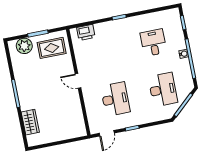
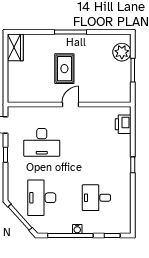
desk: (153, 43) -> (96, 198), turned 180
rug: (52, 48) -> (64, 69), moved
desk: (163, 90) -> (42, 198), turned 90
wardrobe: (30, 122) -> (15, 47), moved, turned -90

